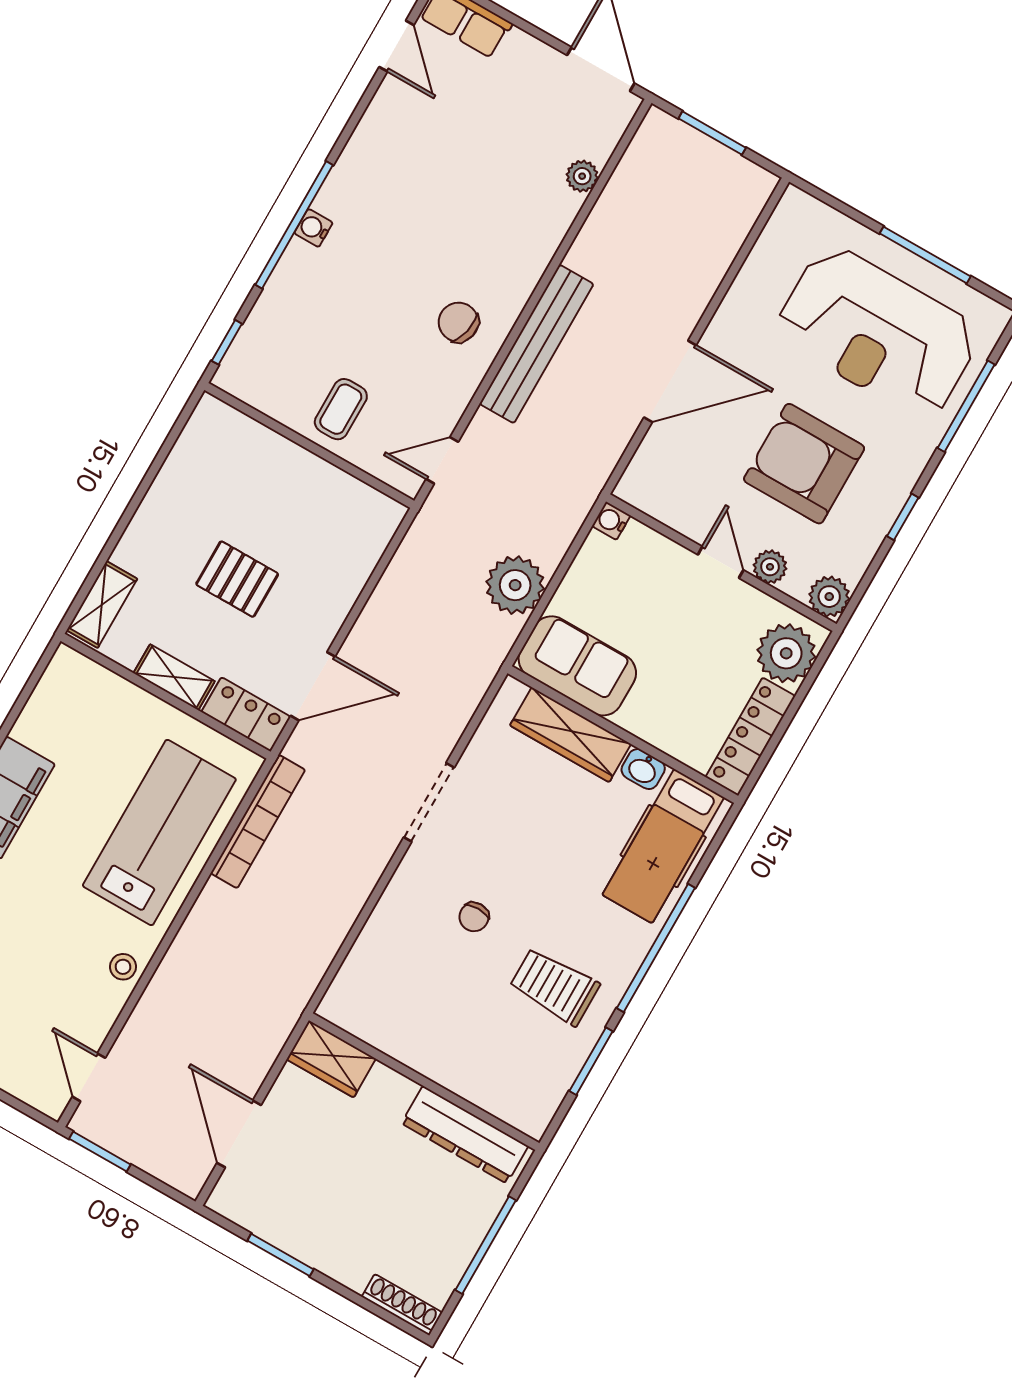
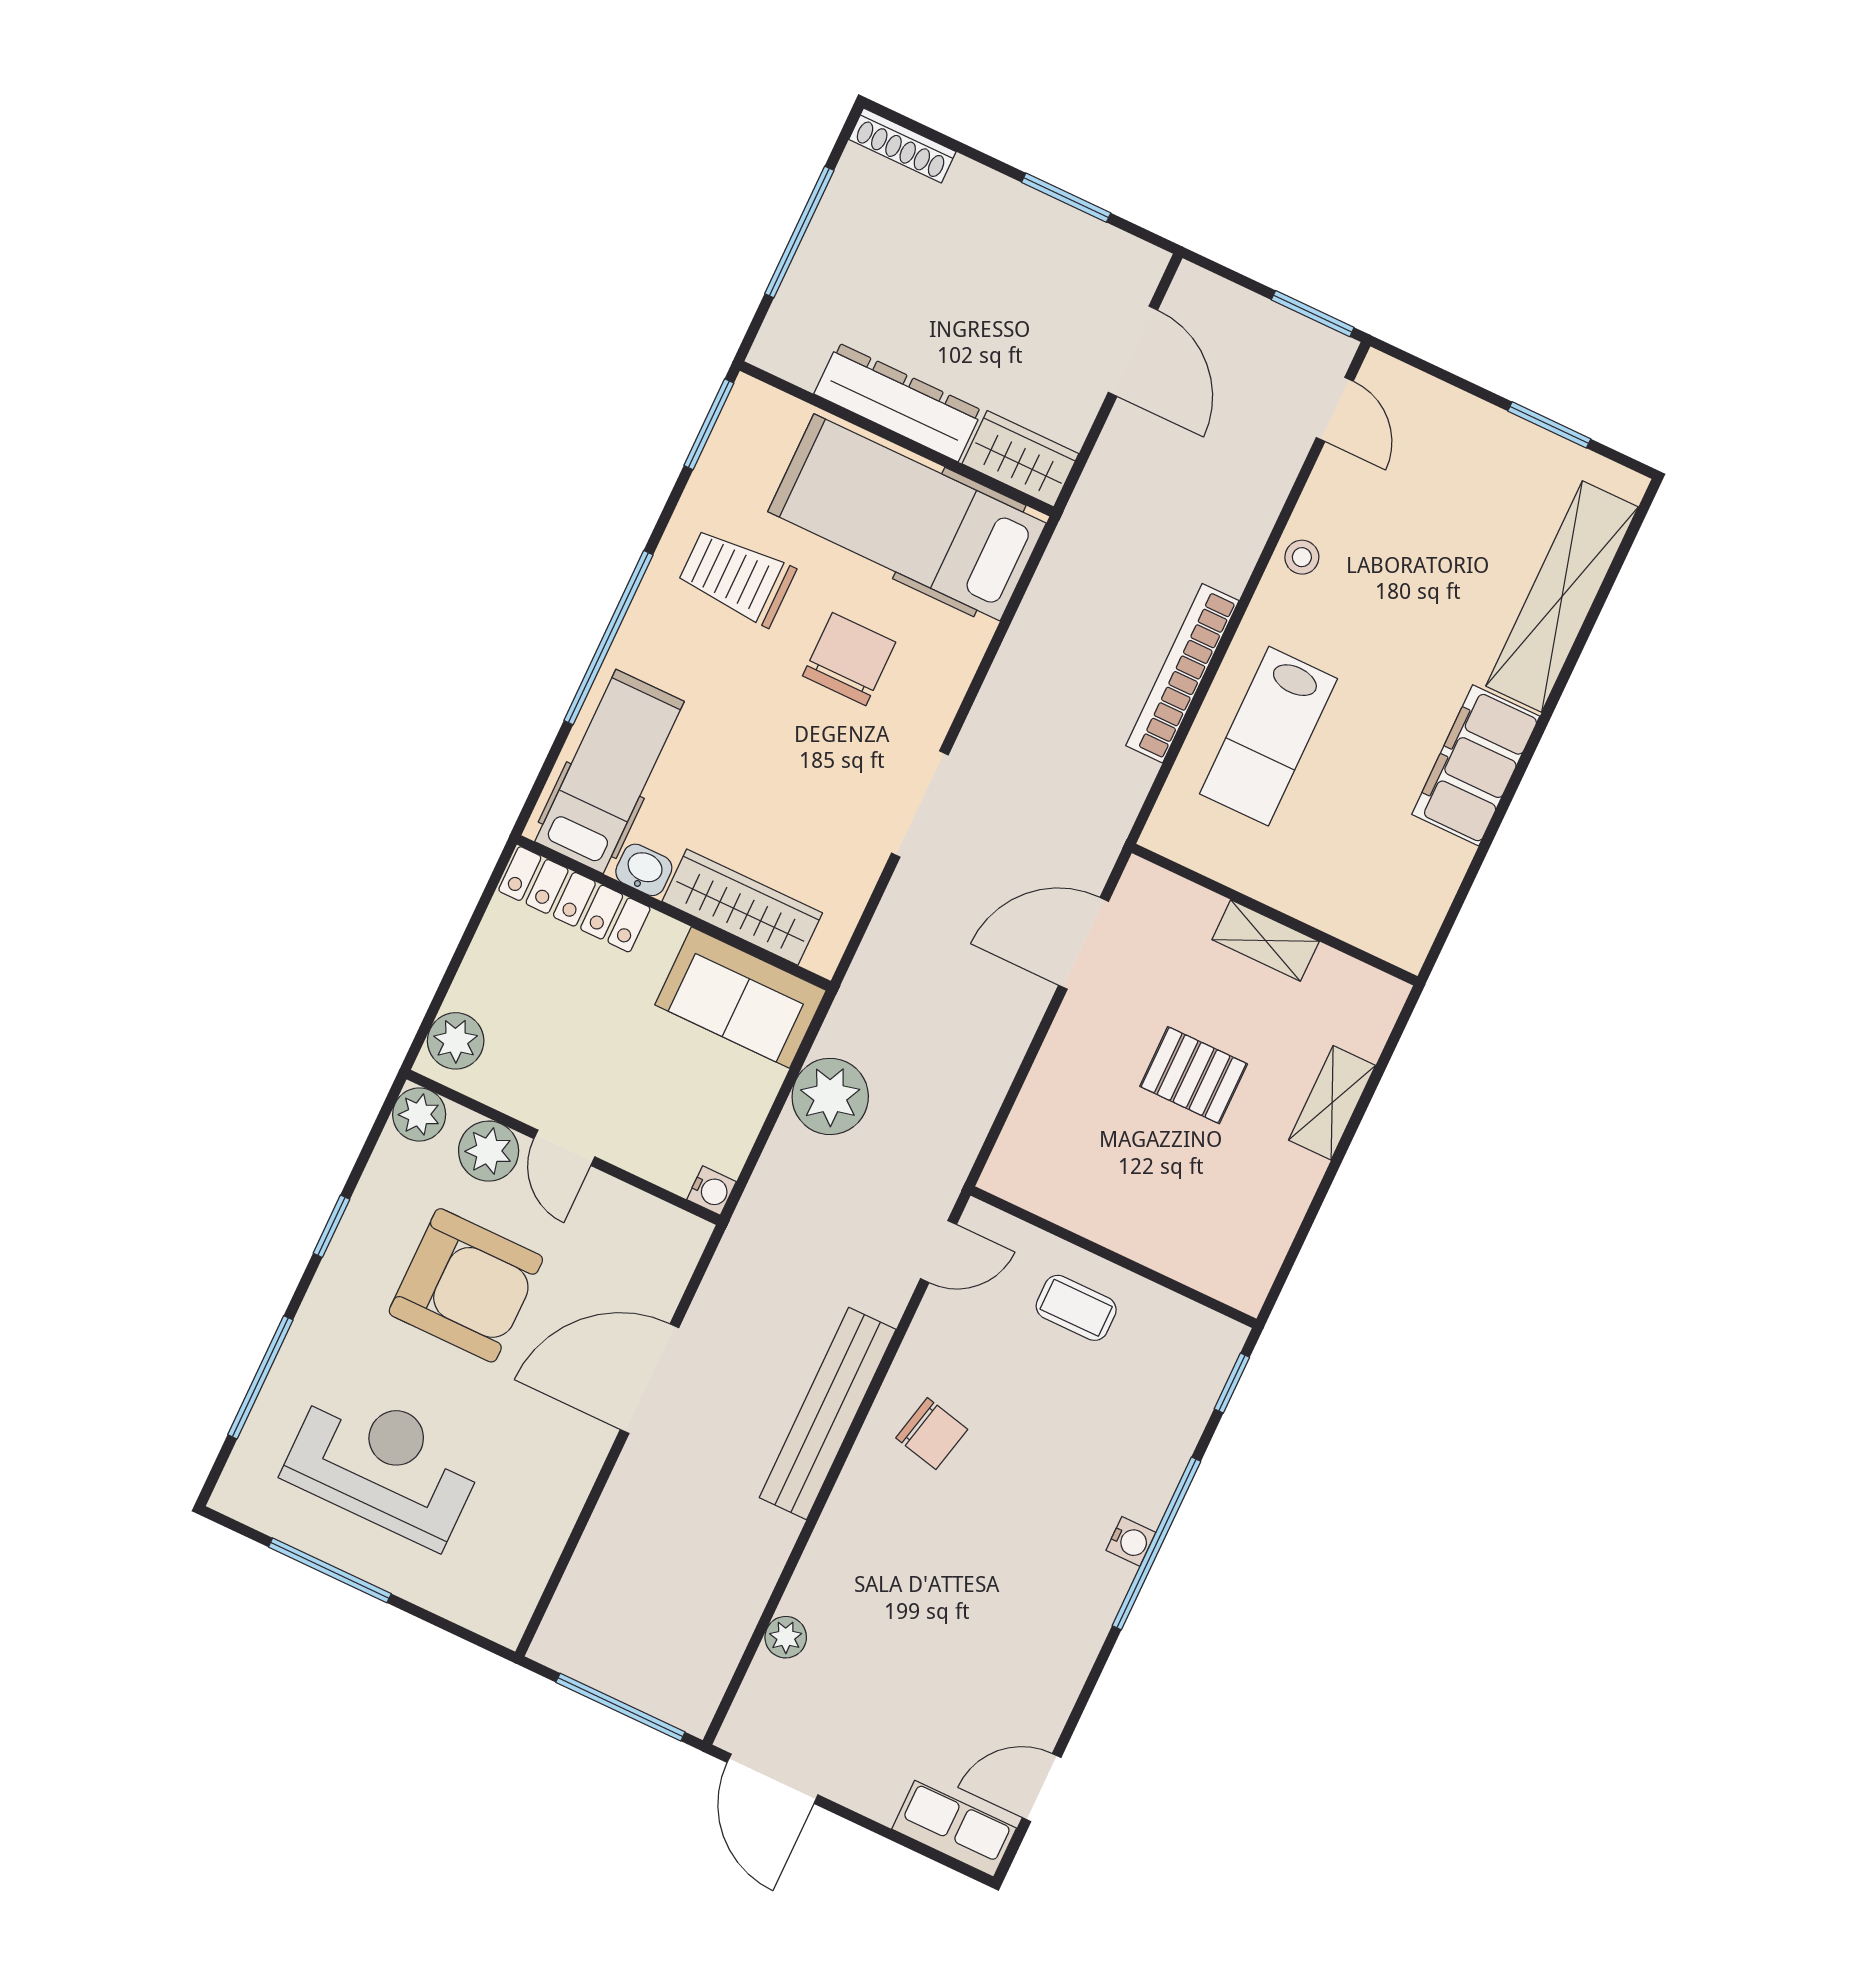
door: (397, 46) -> (1042, 1788), hinge flipped
window: (712, 133) -> (620, 1707), width x1.44
reception desk: (878, 332) -> (384, 1465), width x0.74, depth x0.77
coffee table: (341, 409) -> (1076, 1308), turned 90
plant: (770, 567) -> (489, 1151), width x1.38, depth x1.38
shelving: (102, 605) -> (1332, 1103), moved
plant: (786, 653) -> (456, 1041), width x0.73, depth x0.73
locker: (246, 714) -> (1168, 900), removed
locker: (750, 737) -> (574, 899), moved, turned 90
bookcase: (258, 821) -> (1182, 673), moved
lab bench: (159, 833) -> (1269, 736), width x0.73, depth x0.72
chair: (474, 917) -> (849, 659), width x1.87, depth x1.87
trolley: (554, 986) -> (737, 577), turned 180
hospital bed: (421, 1021) -> (907, 517), added
window: (591, 1061) -> (709, 424), moved
dresser: (465, 1135) -> (898, 402), moved

